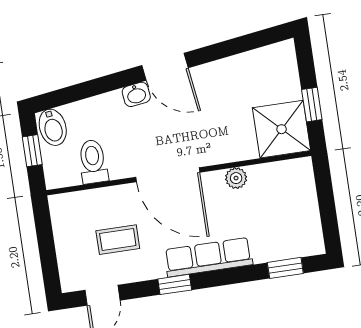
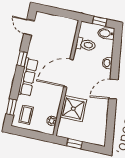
washbasin: (136, 94) -> (107, 63), moved
shower: (282, 129) -> (73, 109), moved
plant: (236, 178) -> (52, 121), moved
coffee table: (118, 240) -> (26, 115), moved

